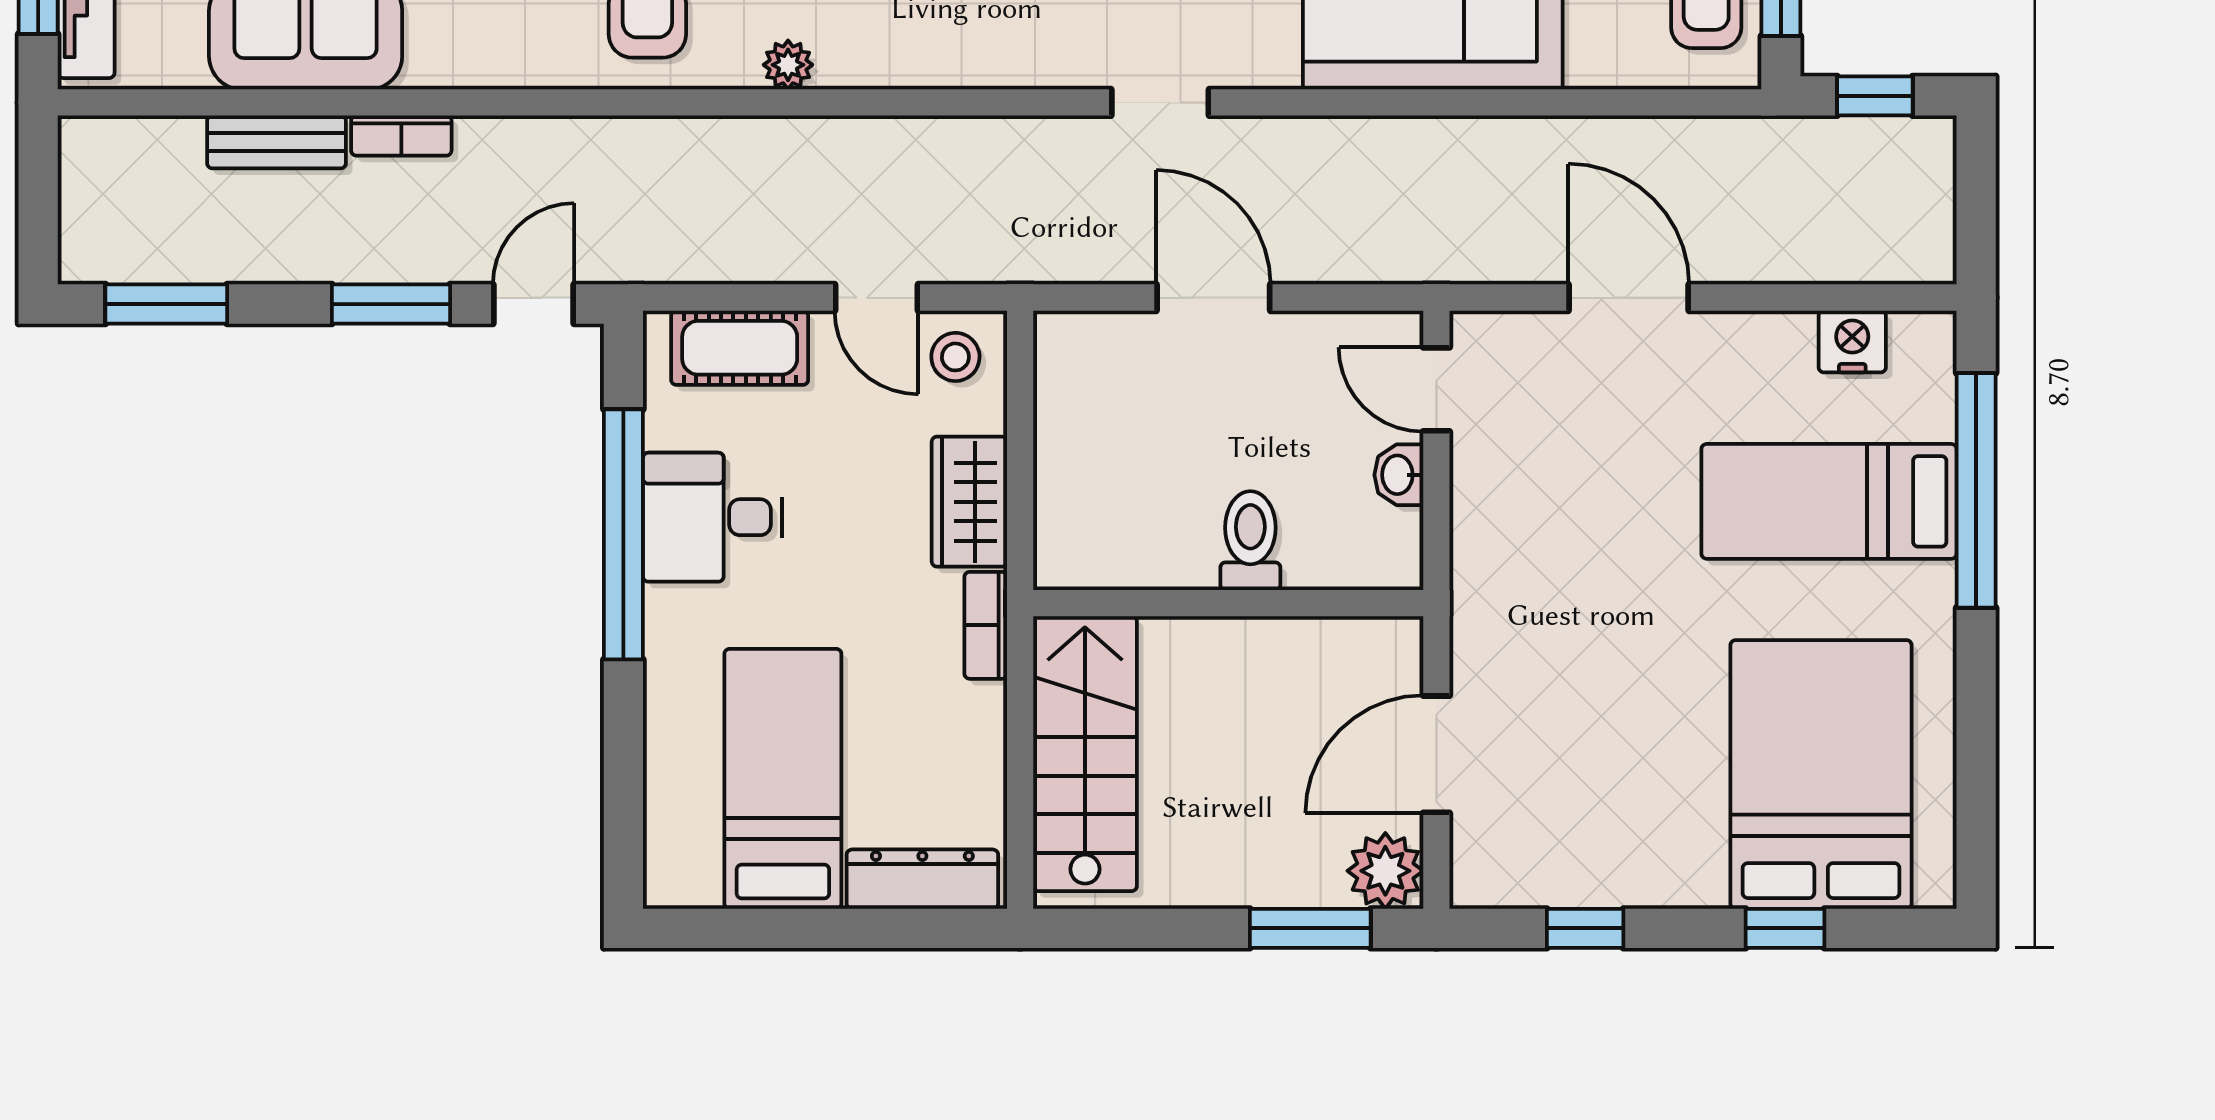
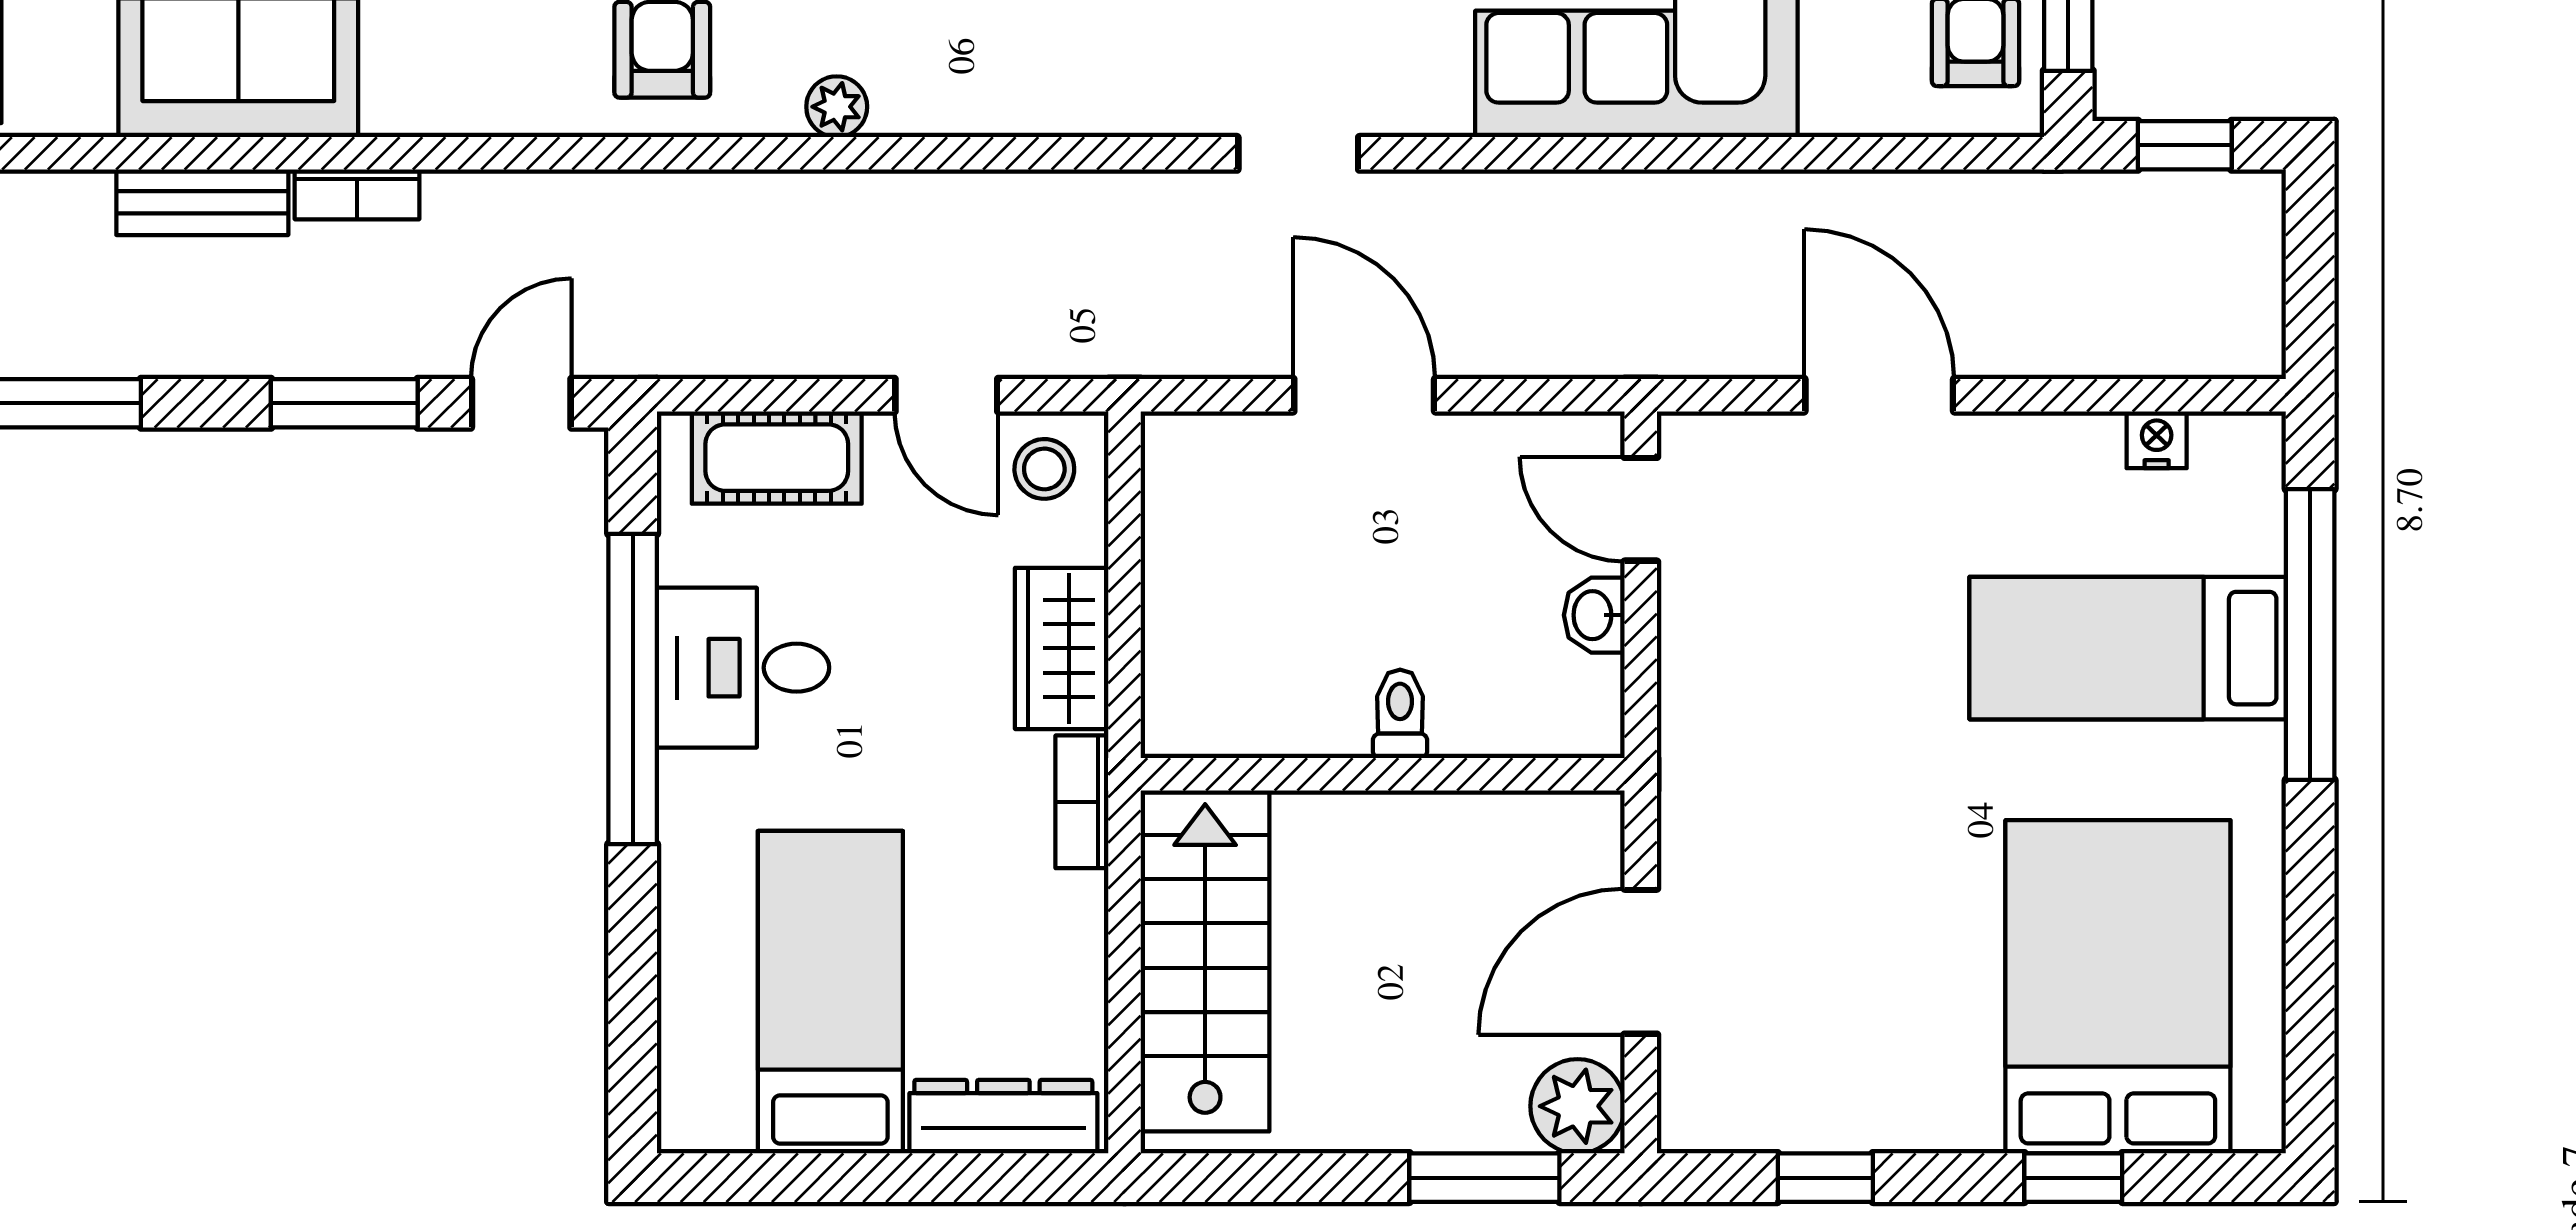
nightstand: (1852, 341) -> (2157, 440), width x0.72, depth x0.74
toilet: (1250, 541) -> (1400, 714), width x0.73, depth x0.72

